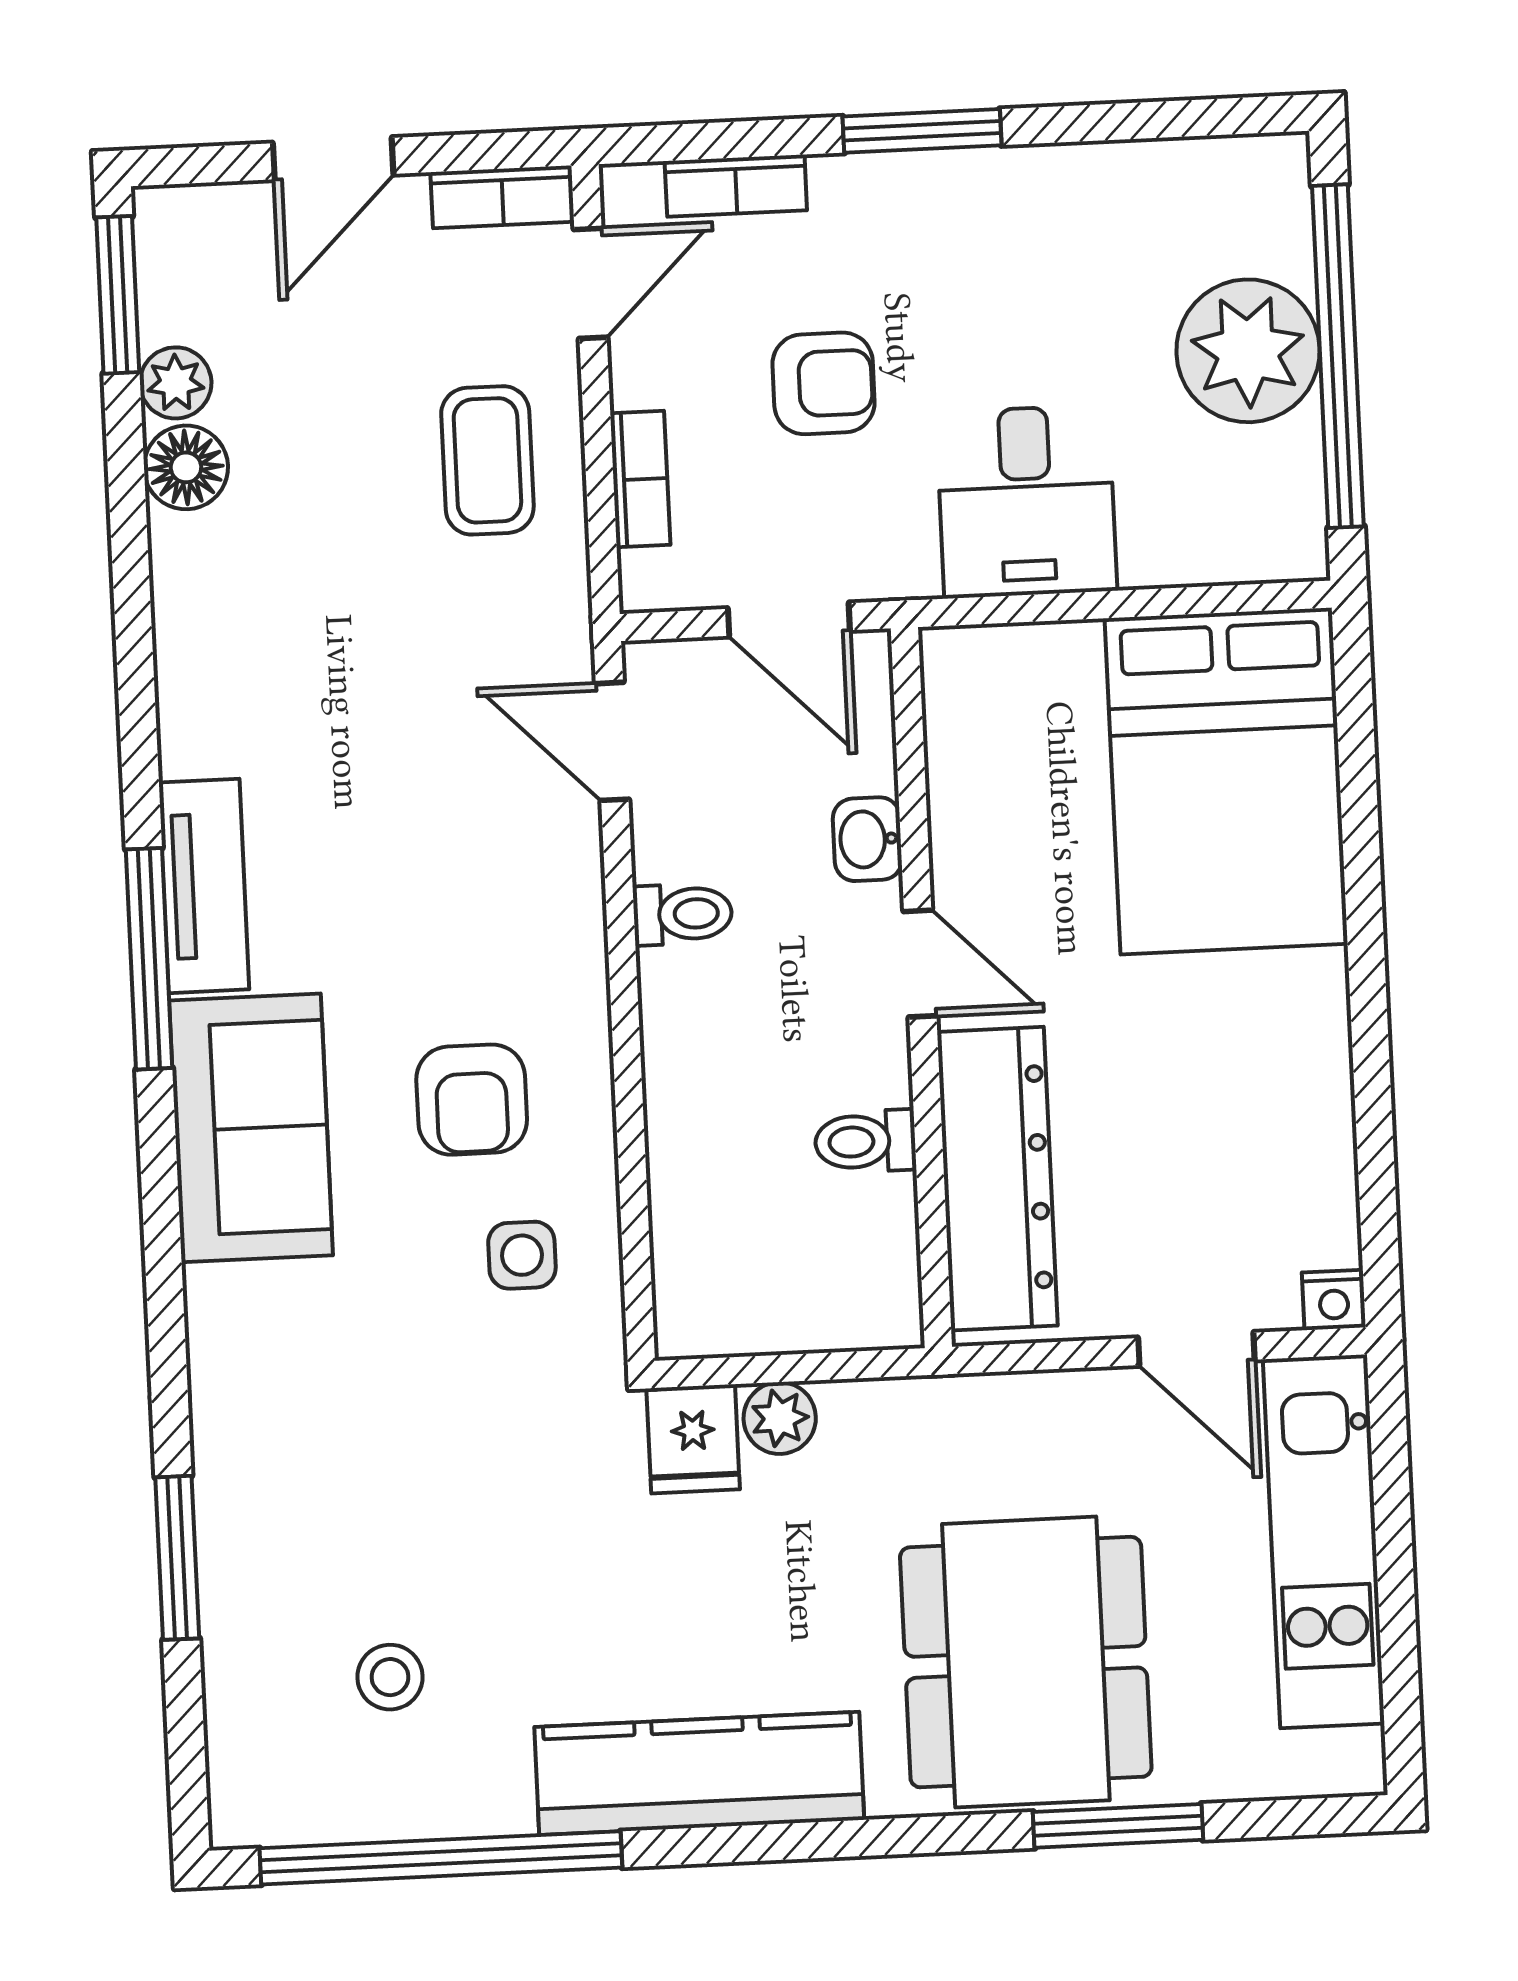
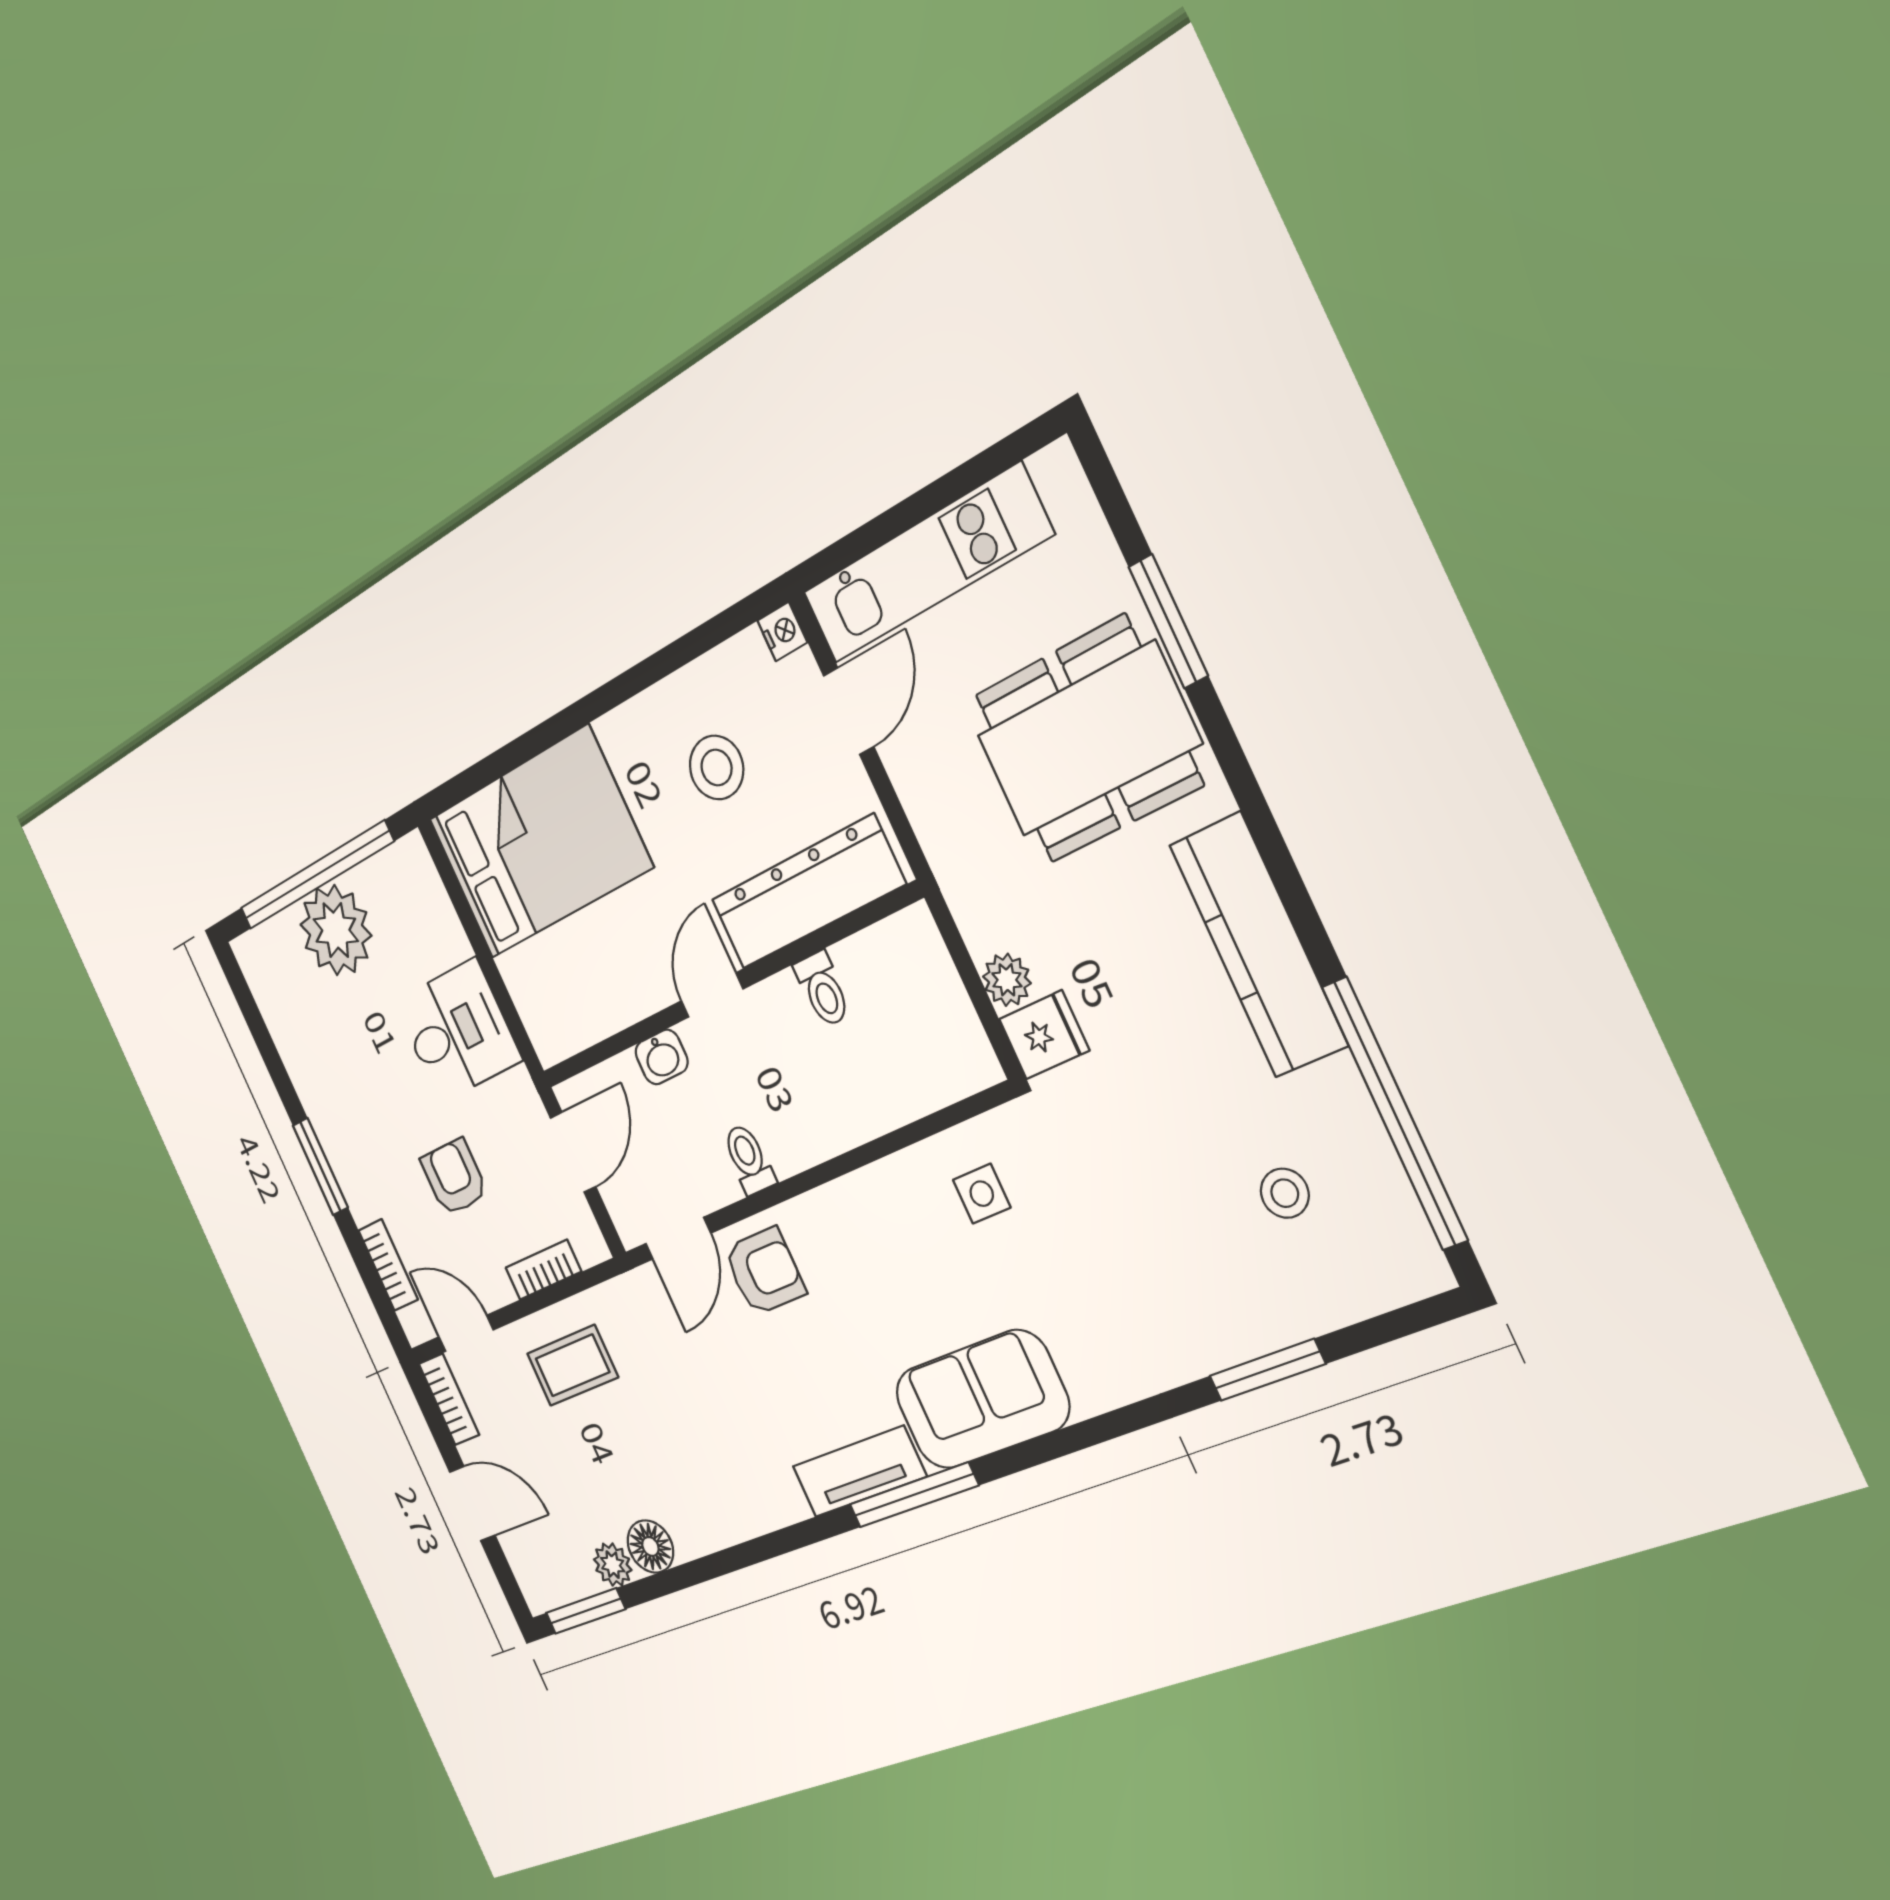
armchair: (472, 1100) -> (764, 1271), moved
stool: (1208, 1117) -> (717, 768), added

